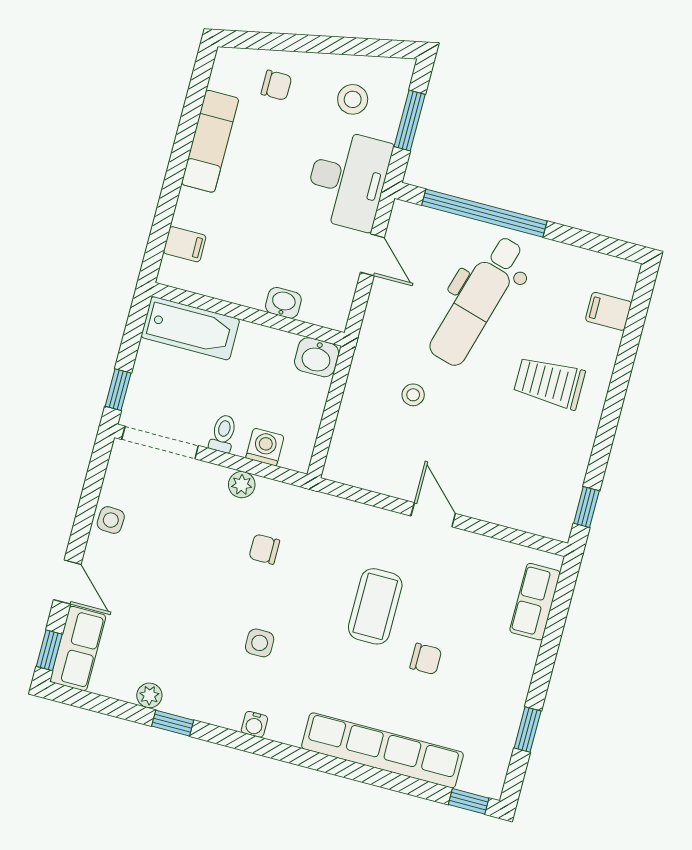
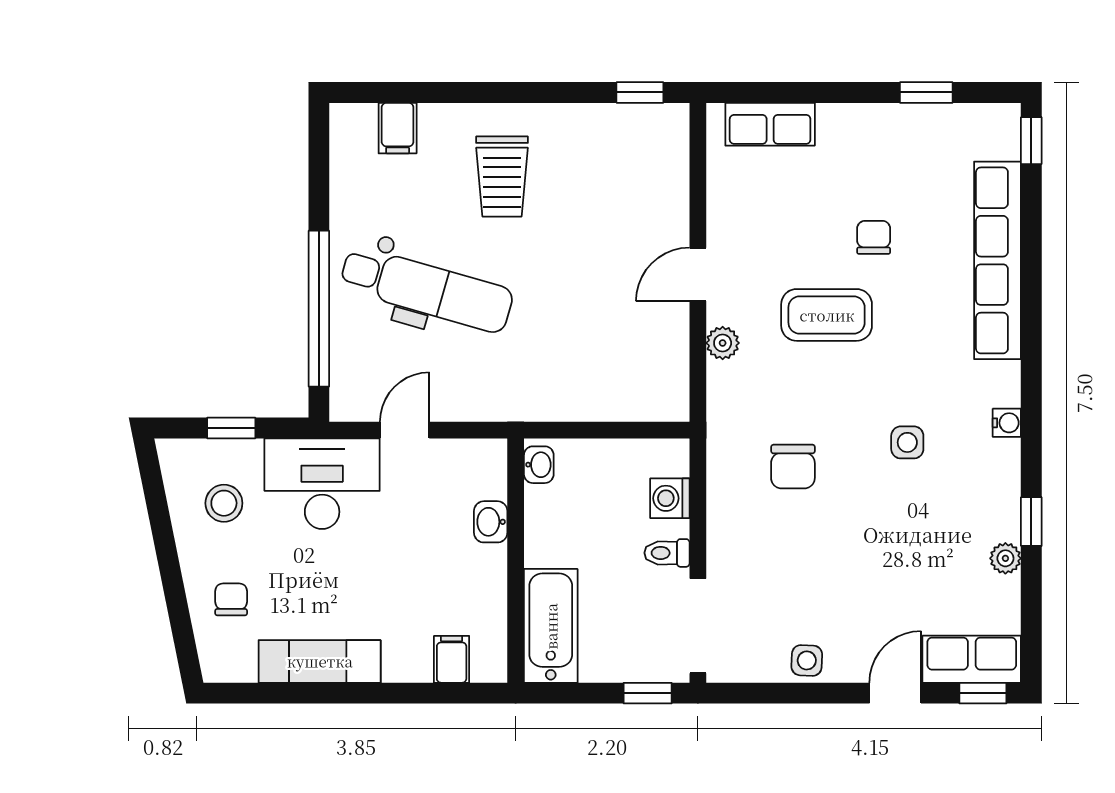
window: (410, 121) -> (231, 428), width x0.67
washbasin: (317, 357) -> (539, 465), width x0.72, depth x0.69
stool: (413, 395) -> (560, 337), removed
plant: (242, 485) -> (723, 343), moved
chair: (264, 549) -> (793, 467), width x1.37, depth x1.37

